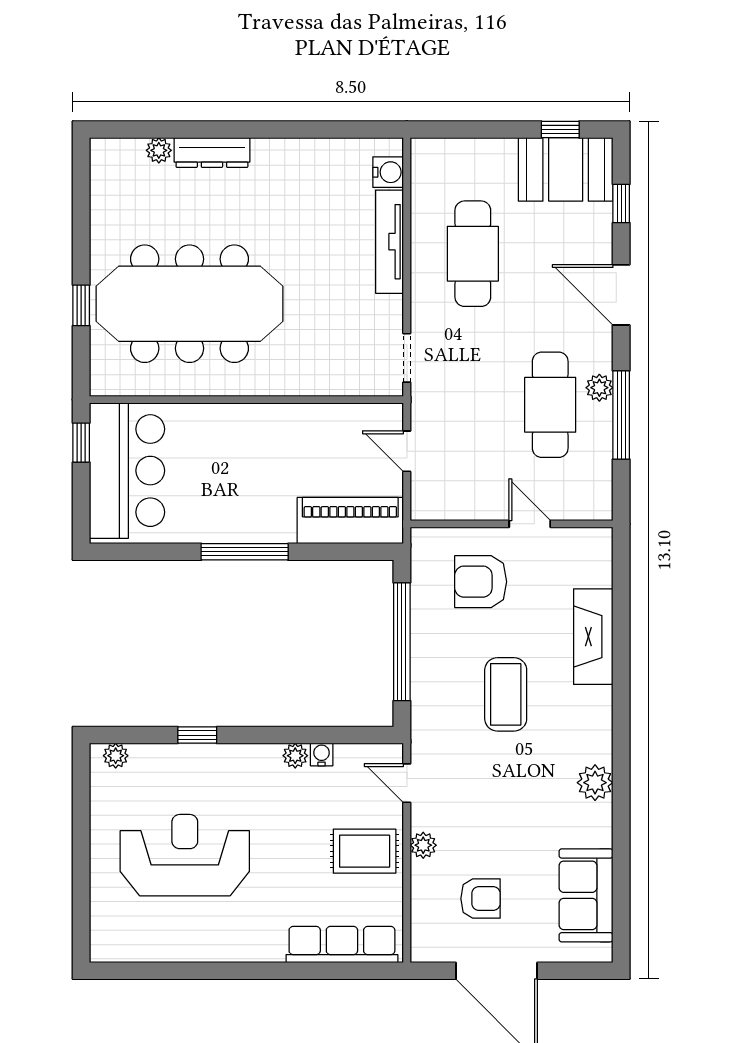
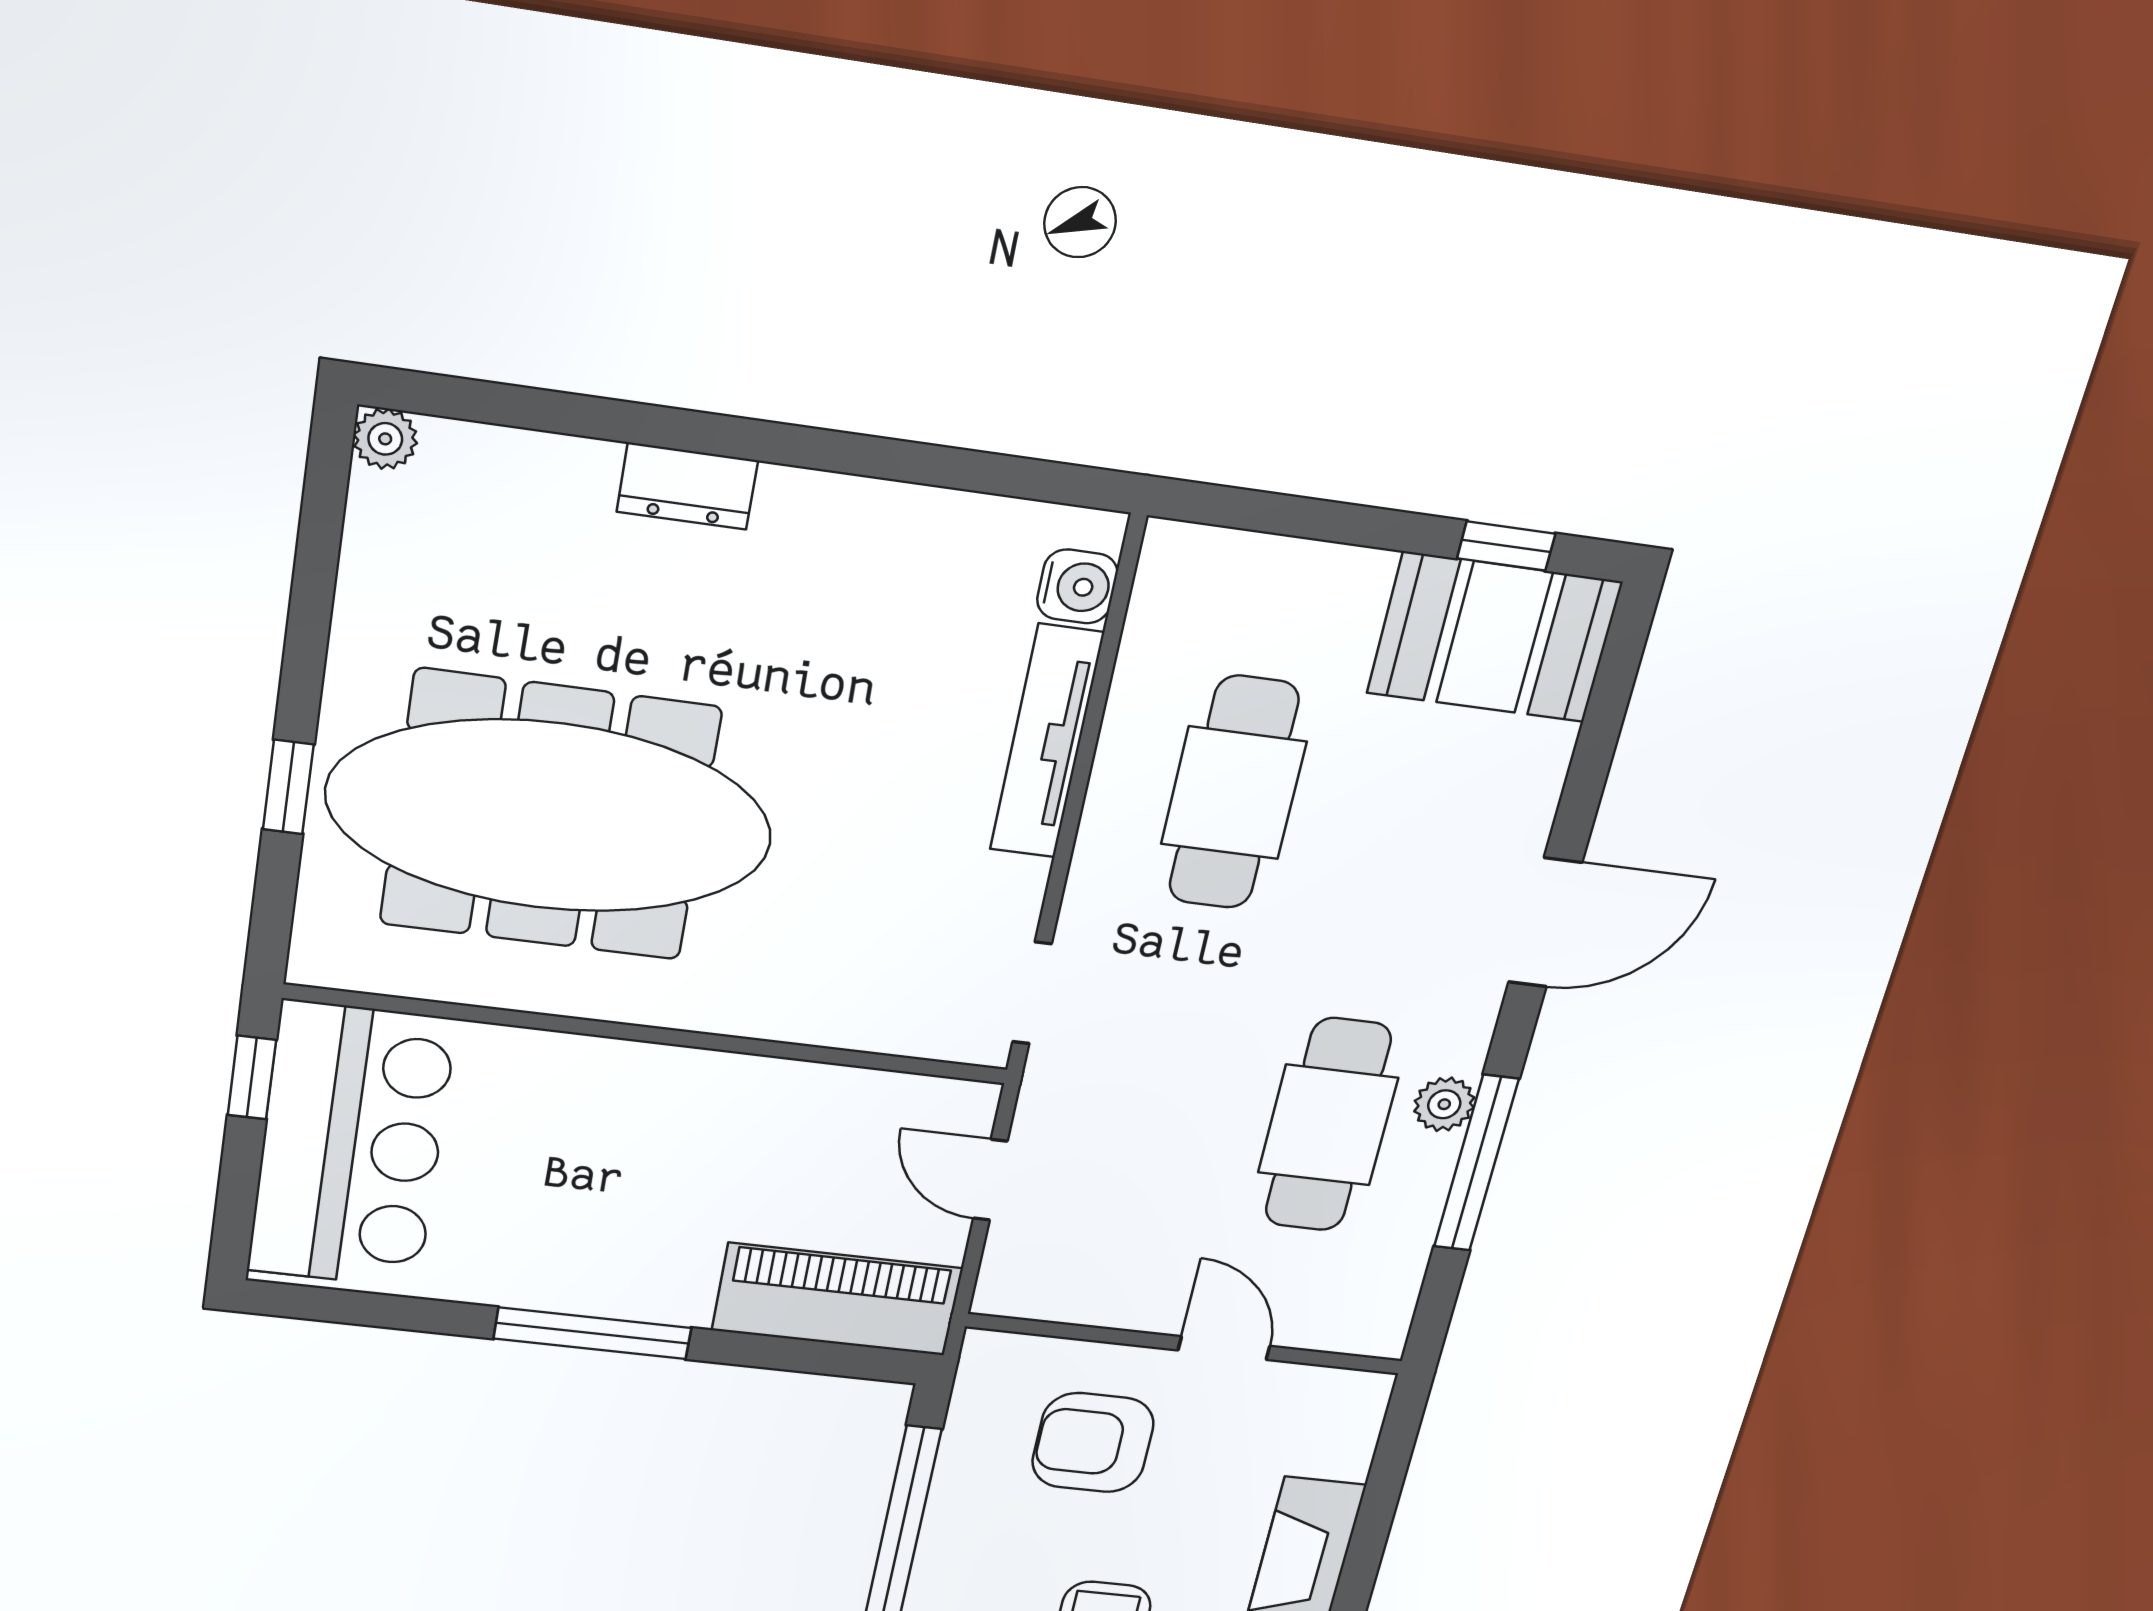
plant: (159, 150) -> (385, 439), moved
dresser: (212, 153) -> (687, 486), width x0.70
window: (621, 204) -> (1600, 729), removed
door: (621, 295) -> (1545, 923), swing flipped

